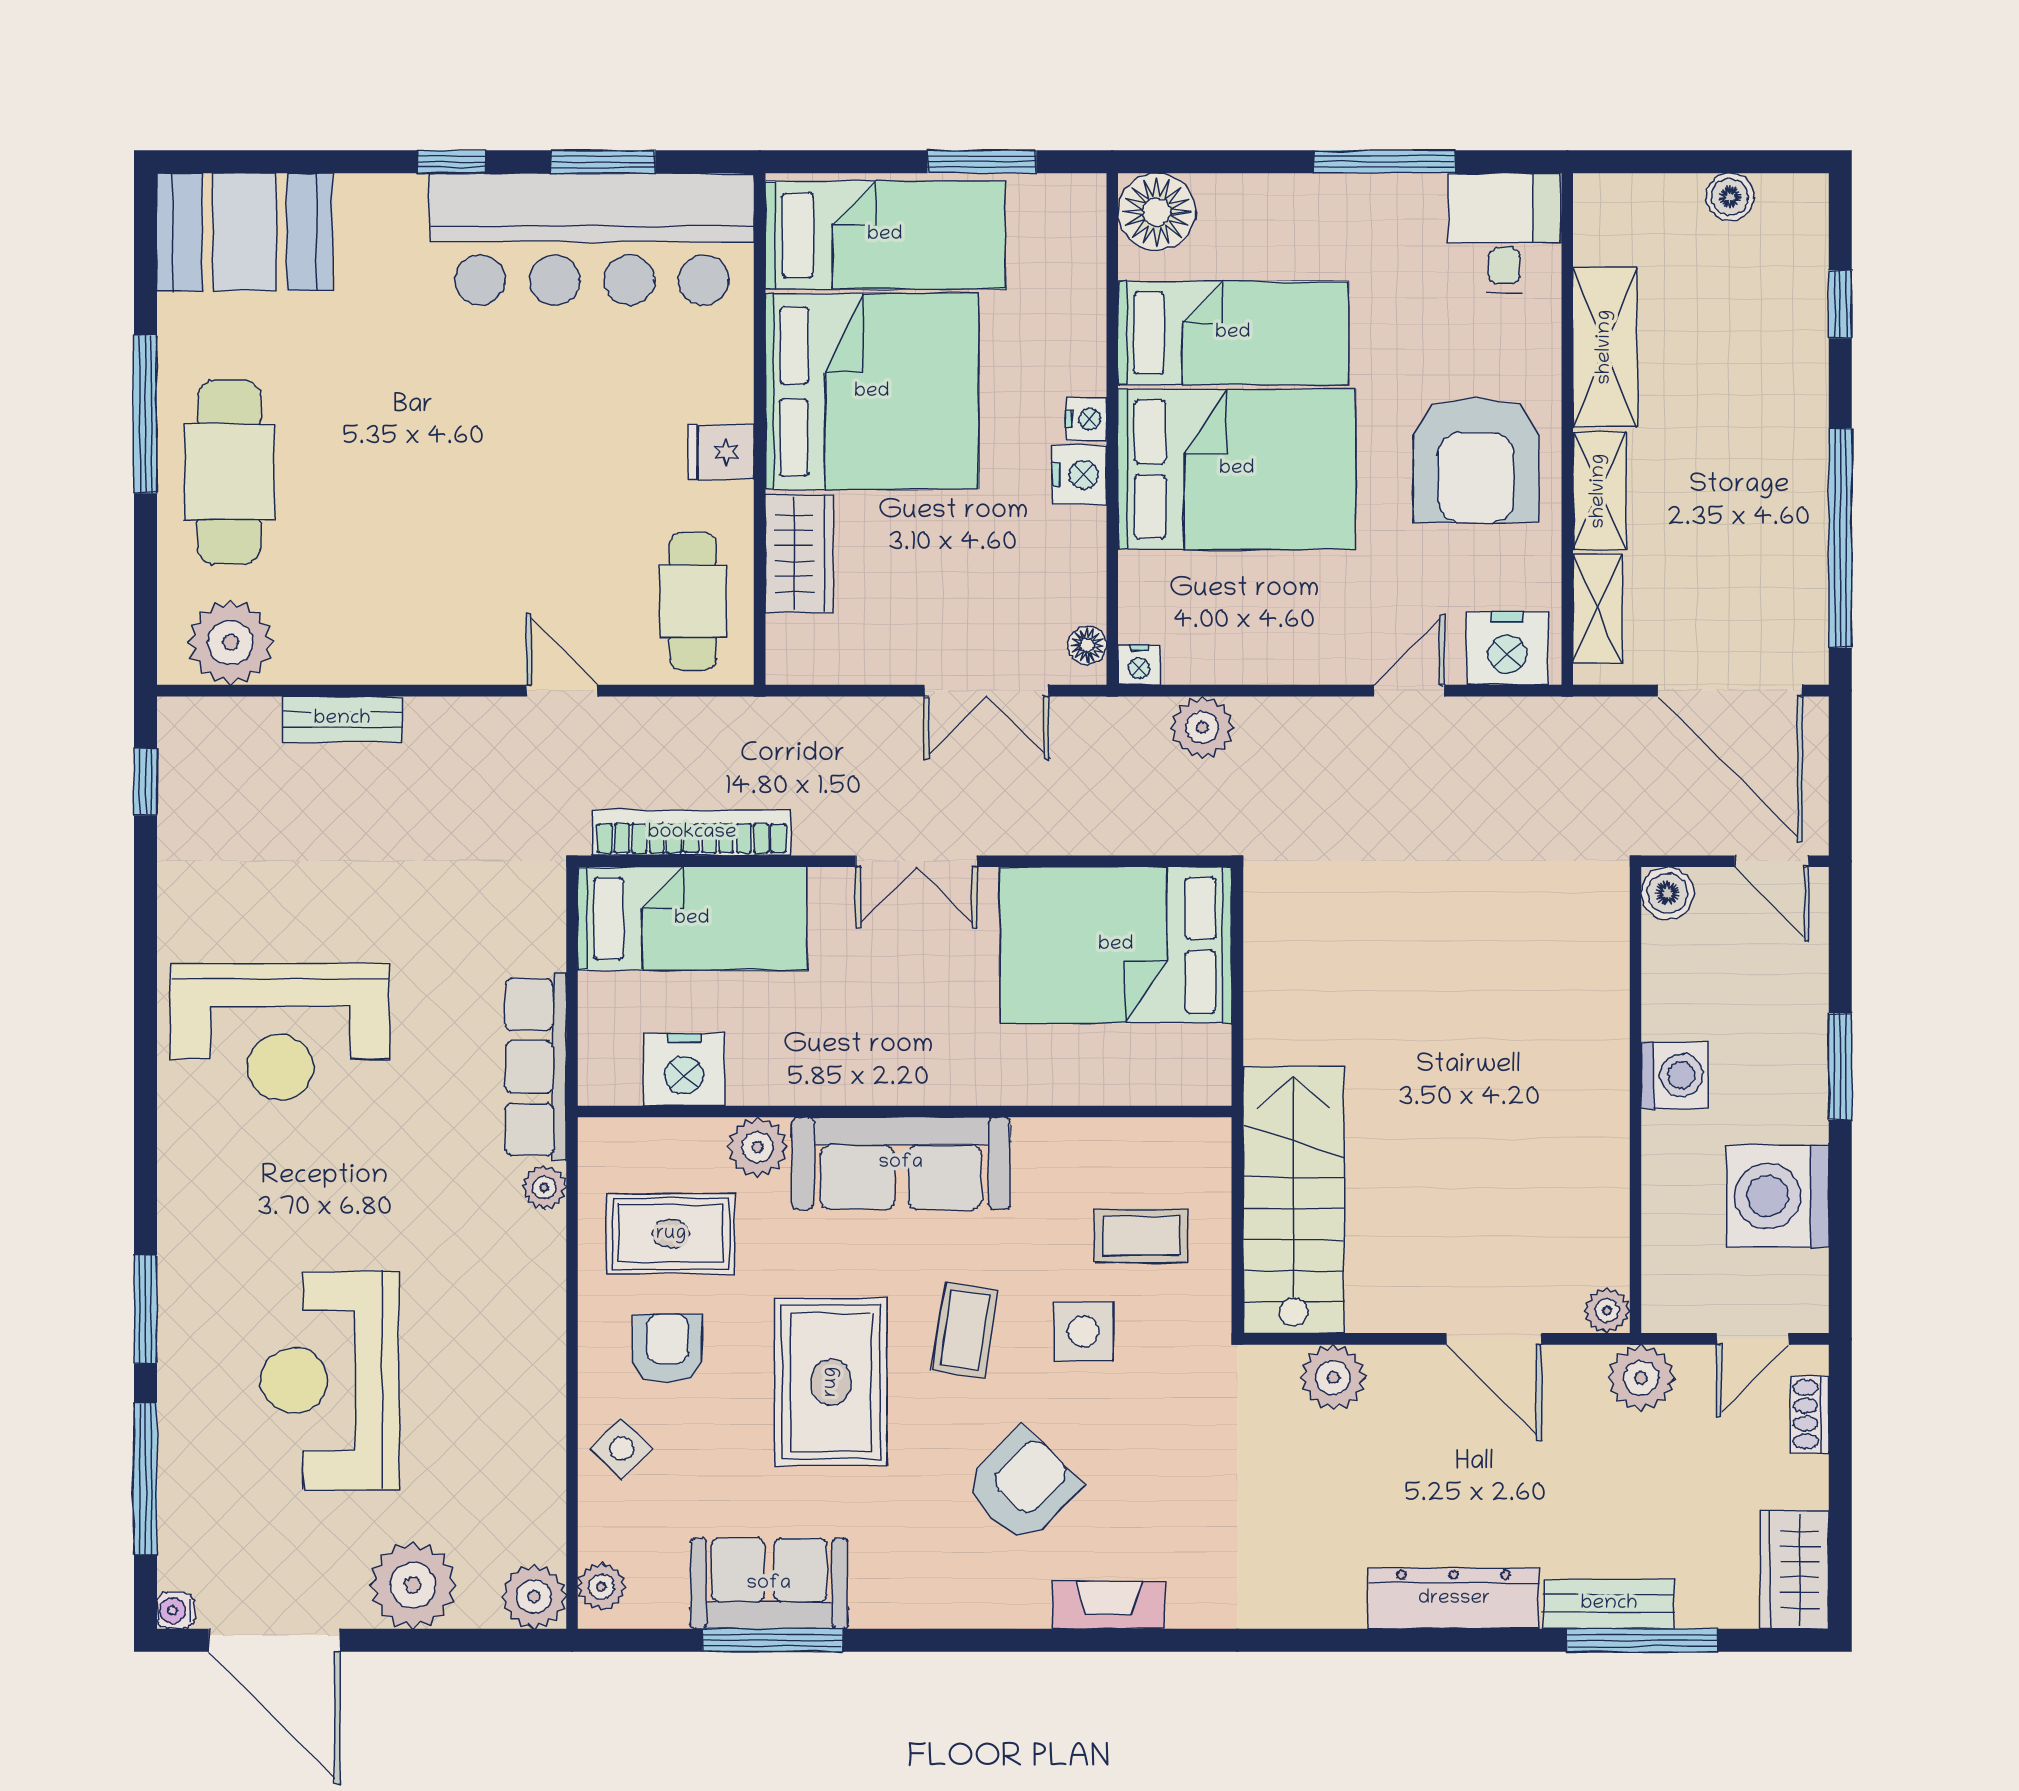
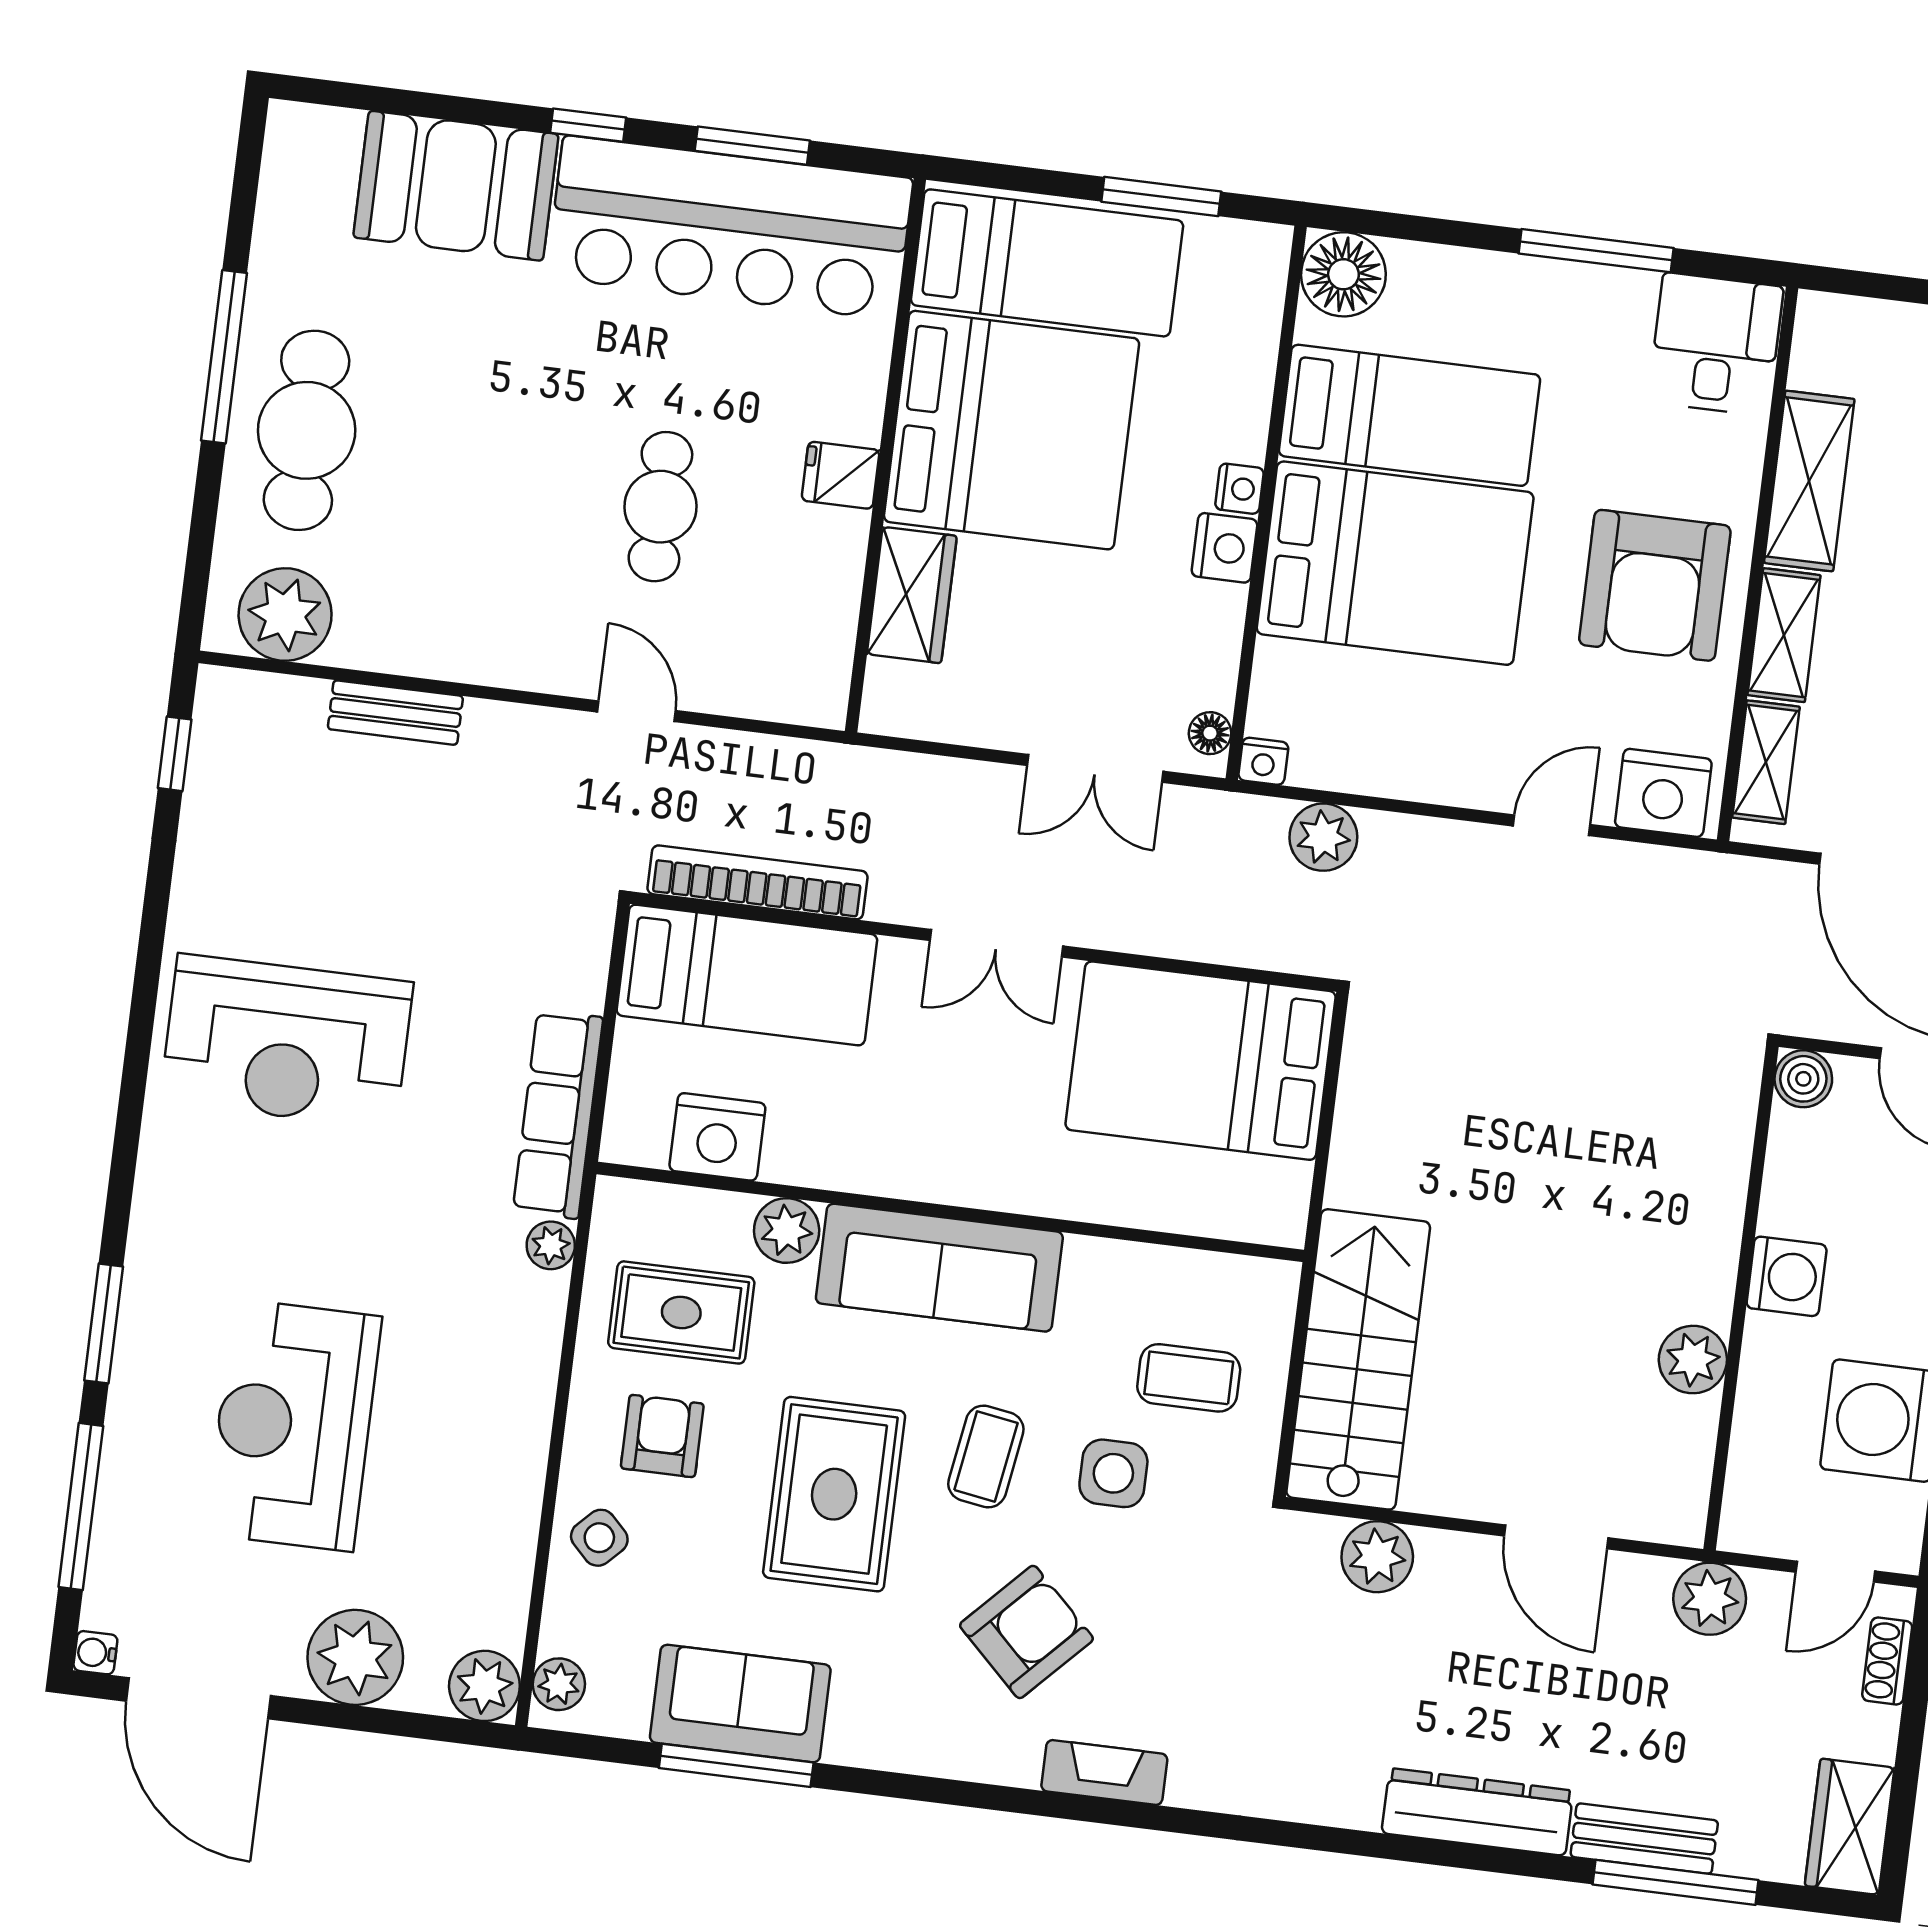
booth: (245, 232) -> (456, 186), moved
cafe table: (693, 601) -> (660, 507), moved
plant: (1607, 1311) -> (1693, 1360), moved, width x1.38, depth x1.38

